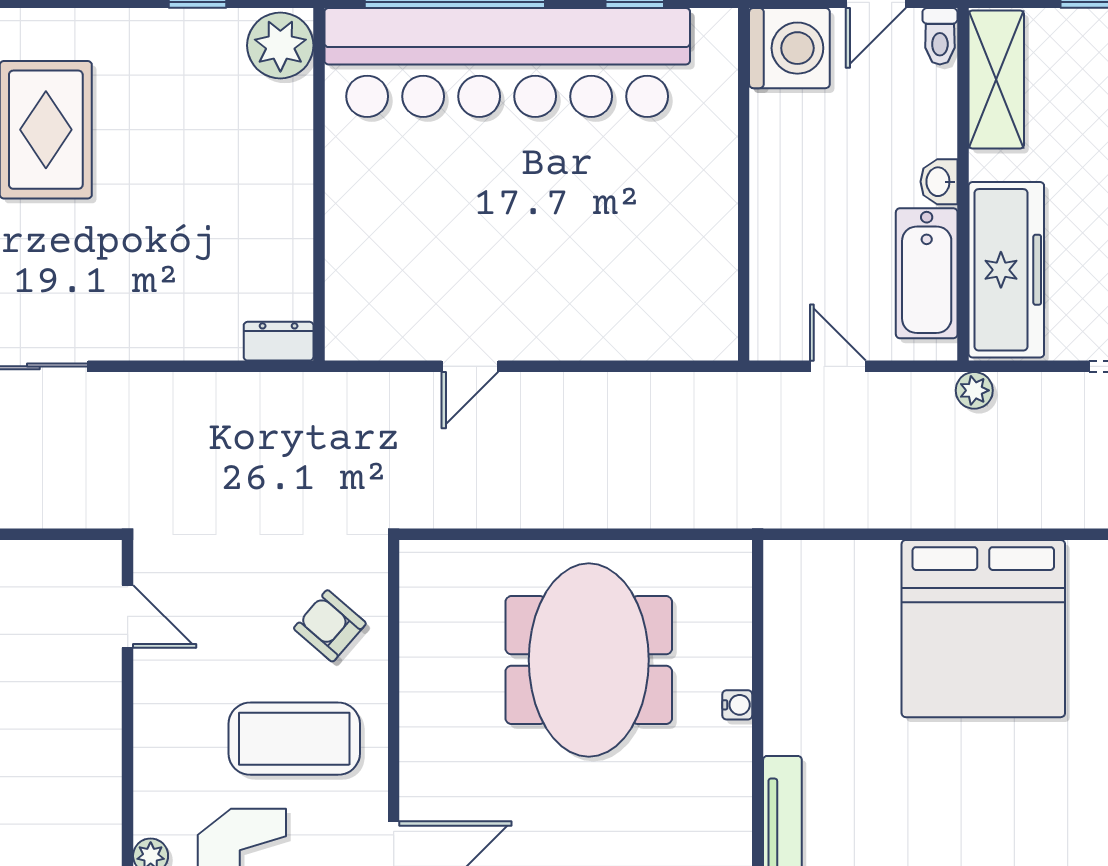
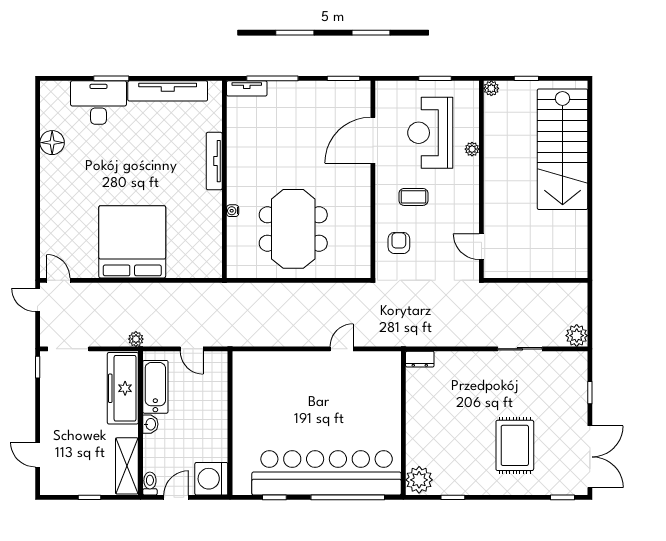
armchair: (330, 626) -> (399, 243), turned -131
coffee table: (294, 739) -> (413, 197), width x0.54, depth x0.58

